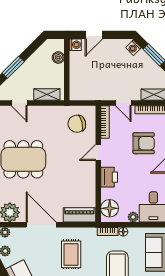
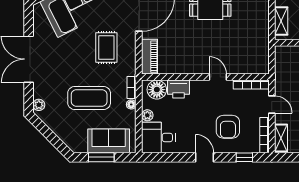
door: (123, 103) -> (272, 104), swing flipped
chair: (77, 124) -> (249, 54), removed
printer: (109, 177) -> (179, 89), moved
rug: (71, 254) -> (106, 48), turned 90

